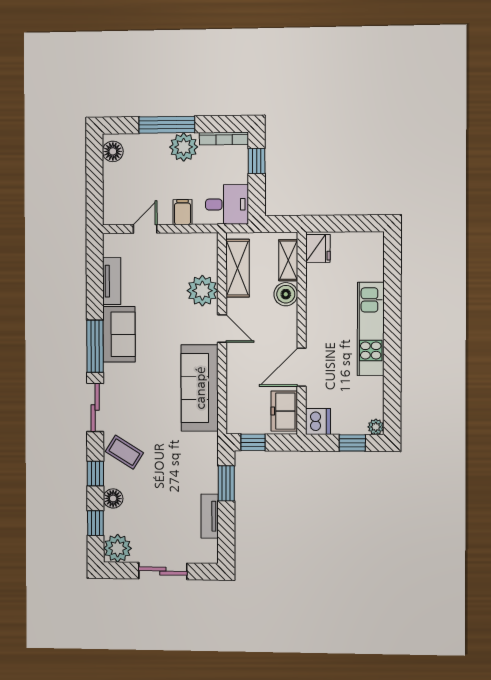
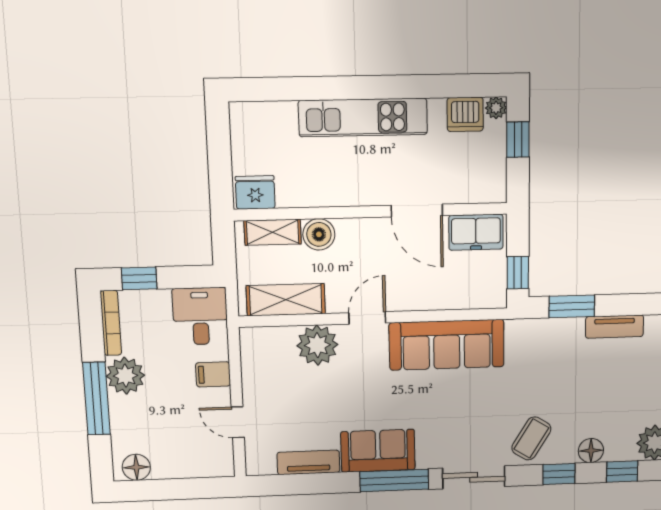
dishwasher: (318, 421) -> (465, 114), moved, turned 180

